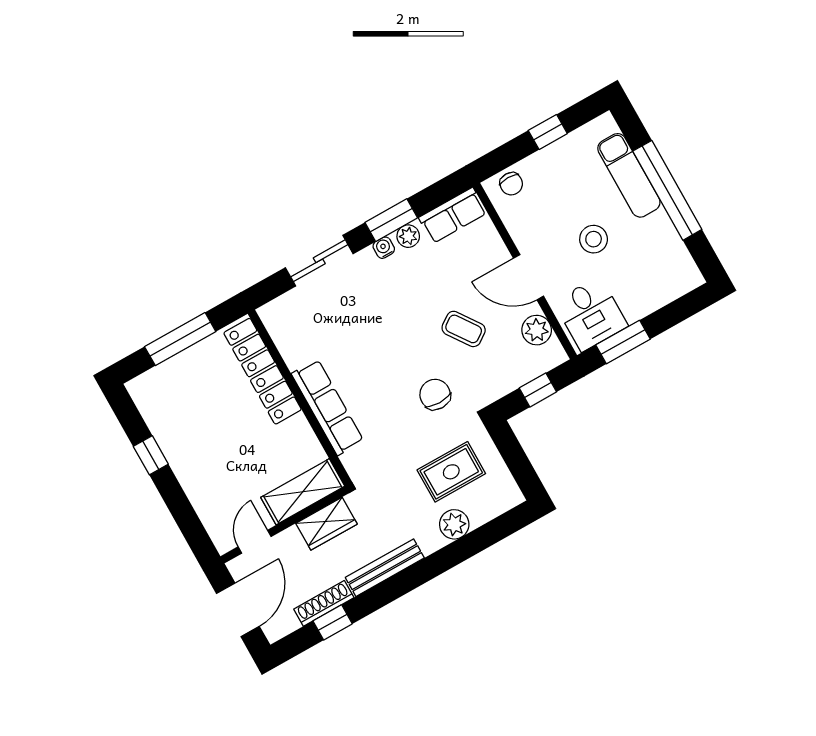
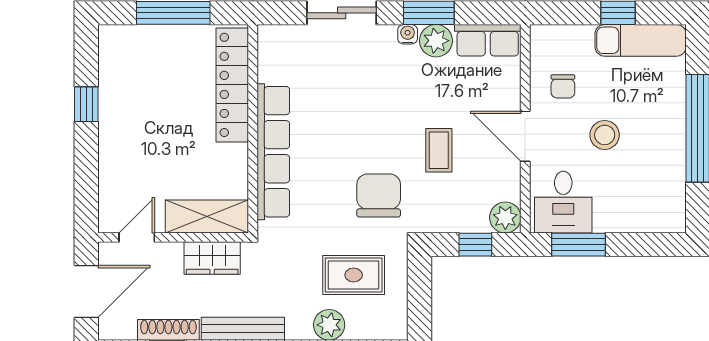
exam couch: (629, 175) -> (641, 40), moved, turned -90
chair: (511, 184) -> (563, 86), moved
plant: (408, 236) -> (436, 41), width x1.38, depth x1.38
coffee table: (464, 329) -> (439, 150), turned 35
plant: (537, 330) -> (505, 217), moved
chair: (435, 394) -> (379, 196), width x1.37, depth x1.37
row of seats: (328, 407) -> (273, 152), width x1.36

